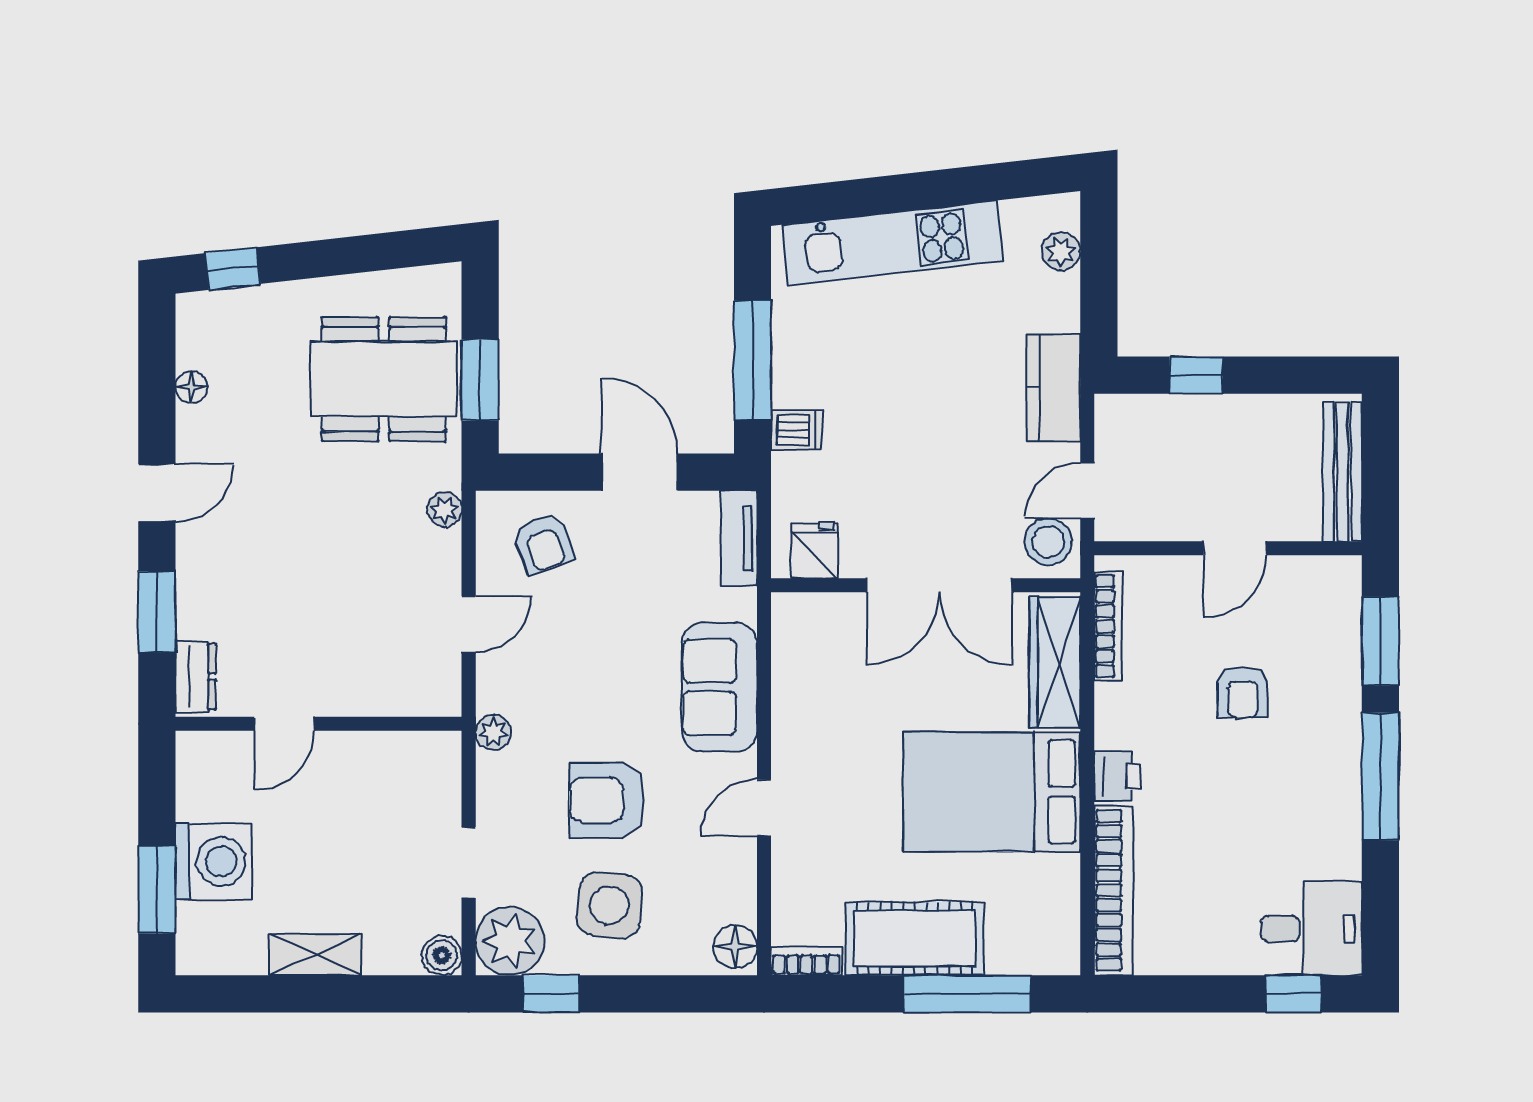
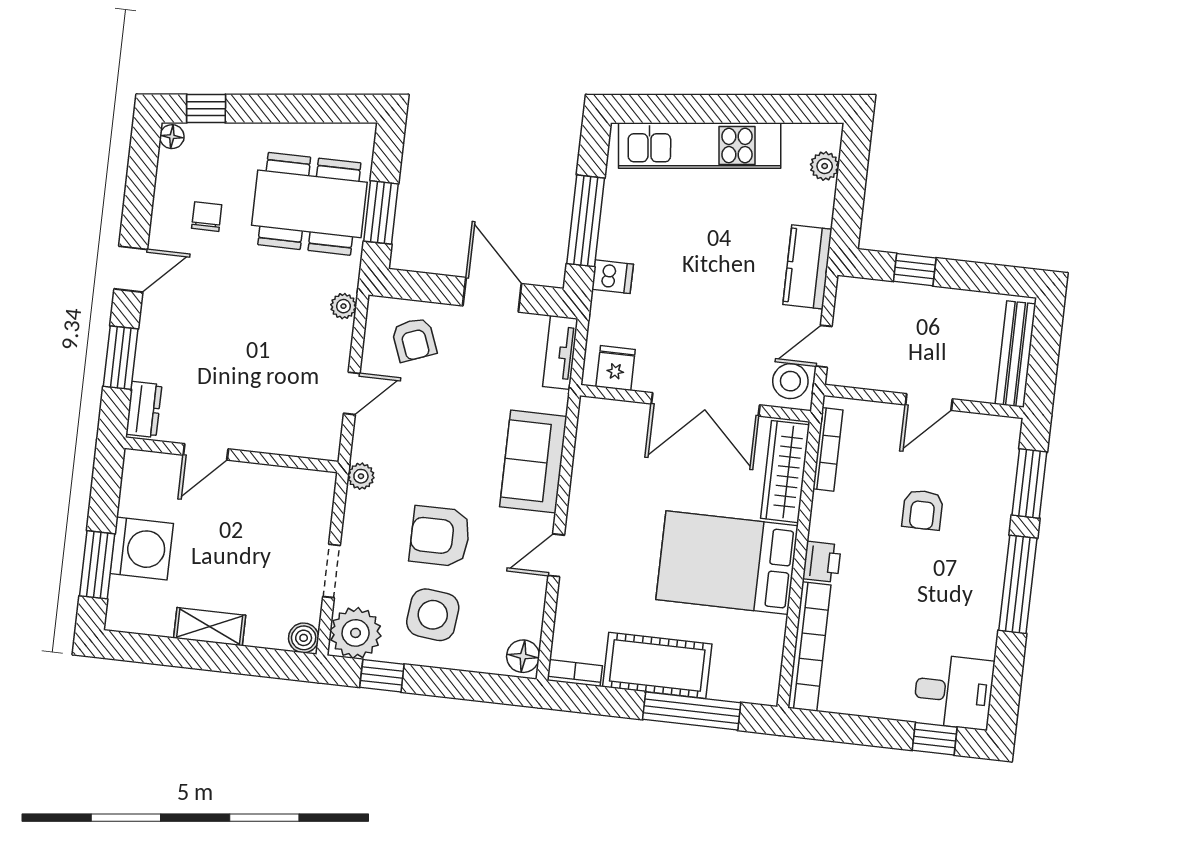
floor lamp: (191, 387) -> (172, 137), moved
chair: (250, 412) -> (207, 217), added

